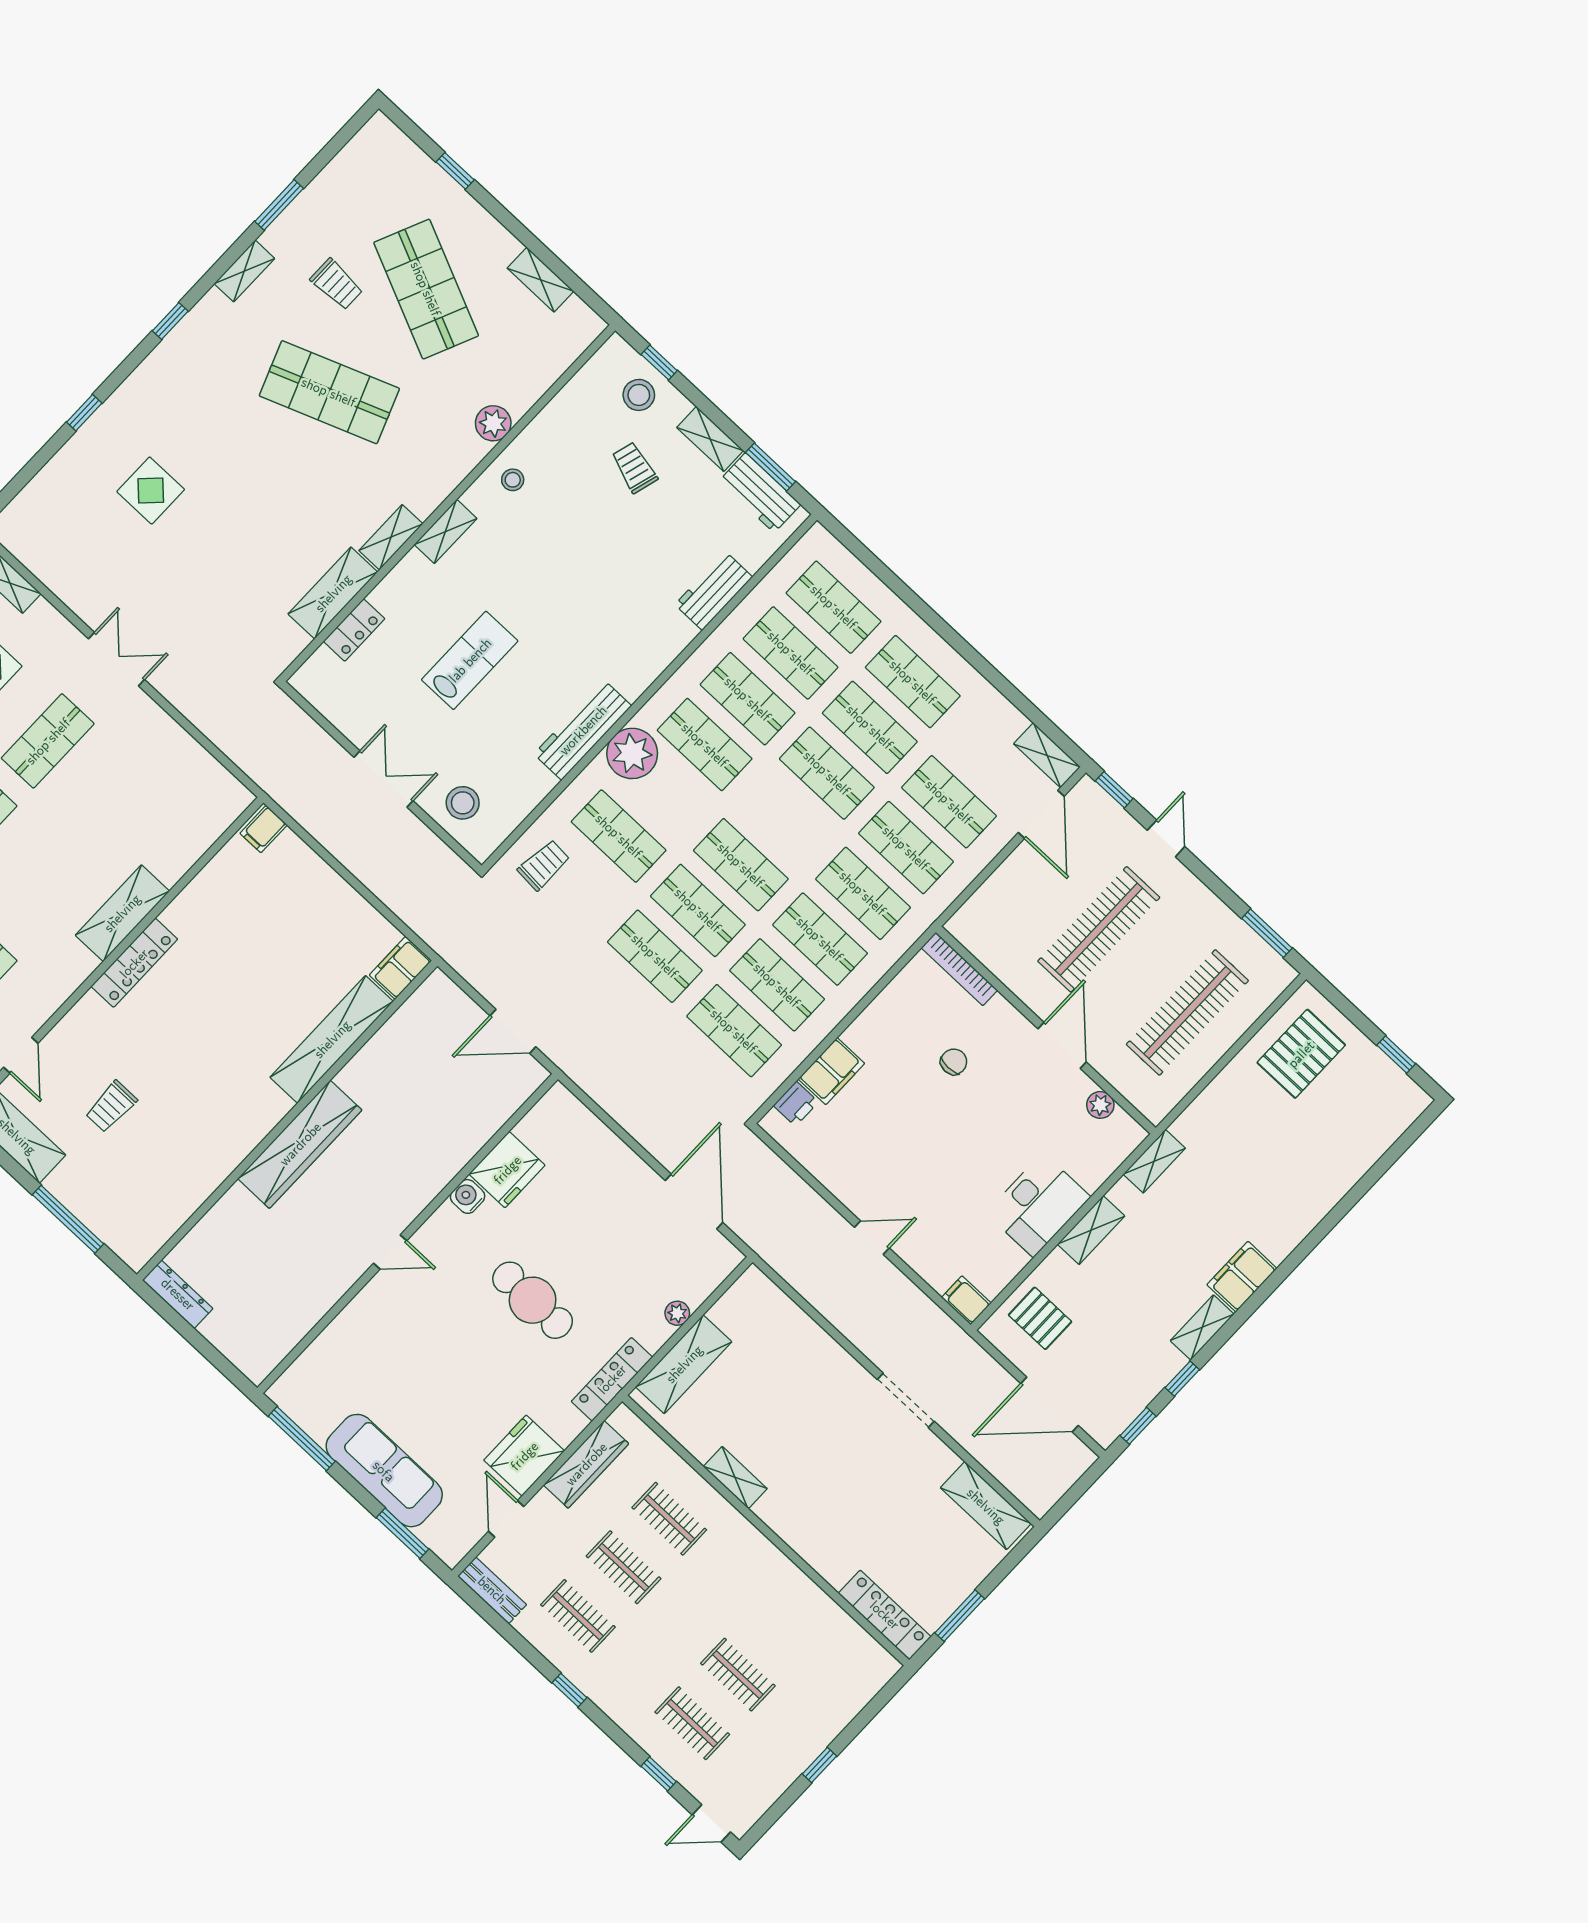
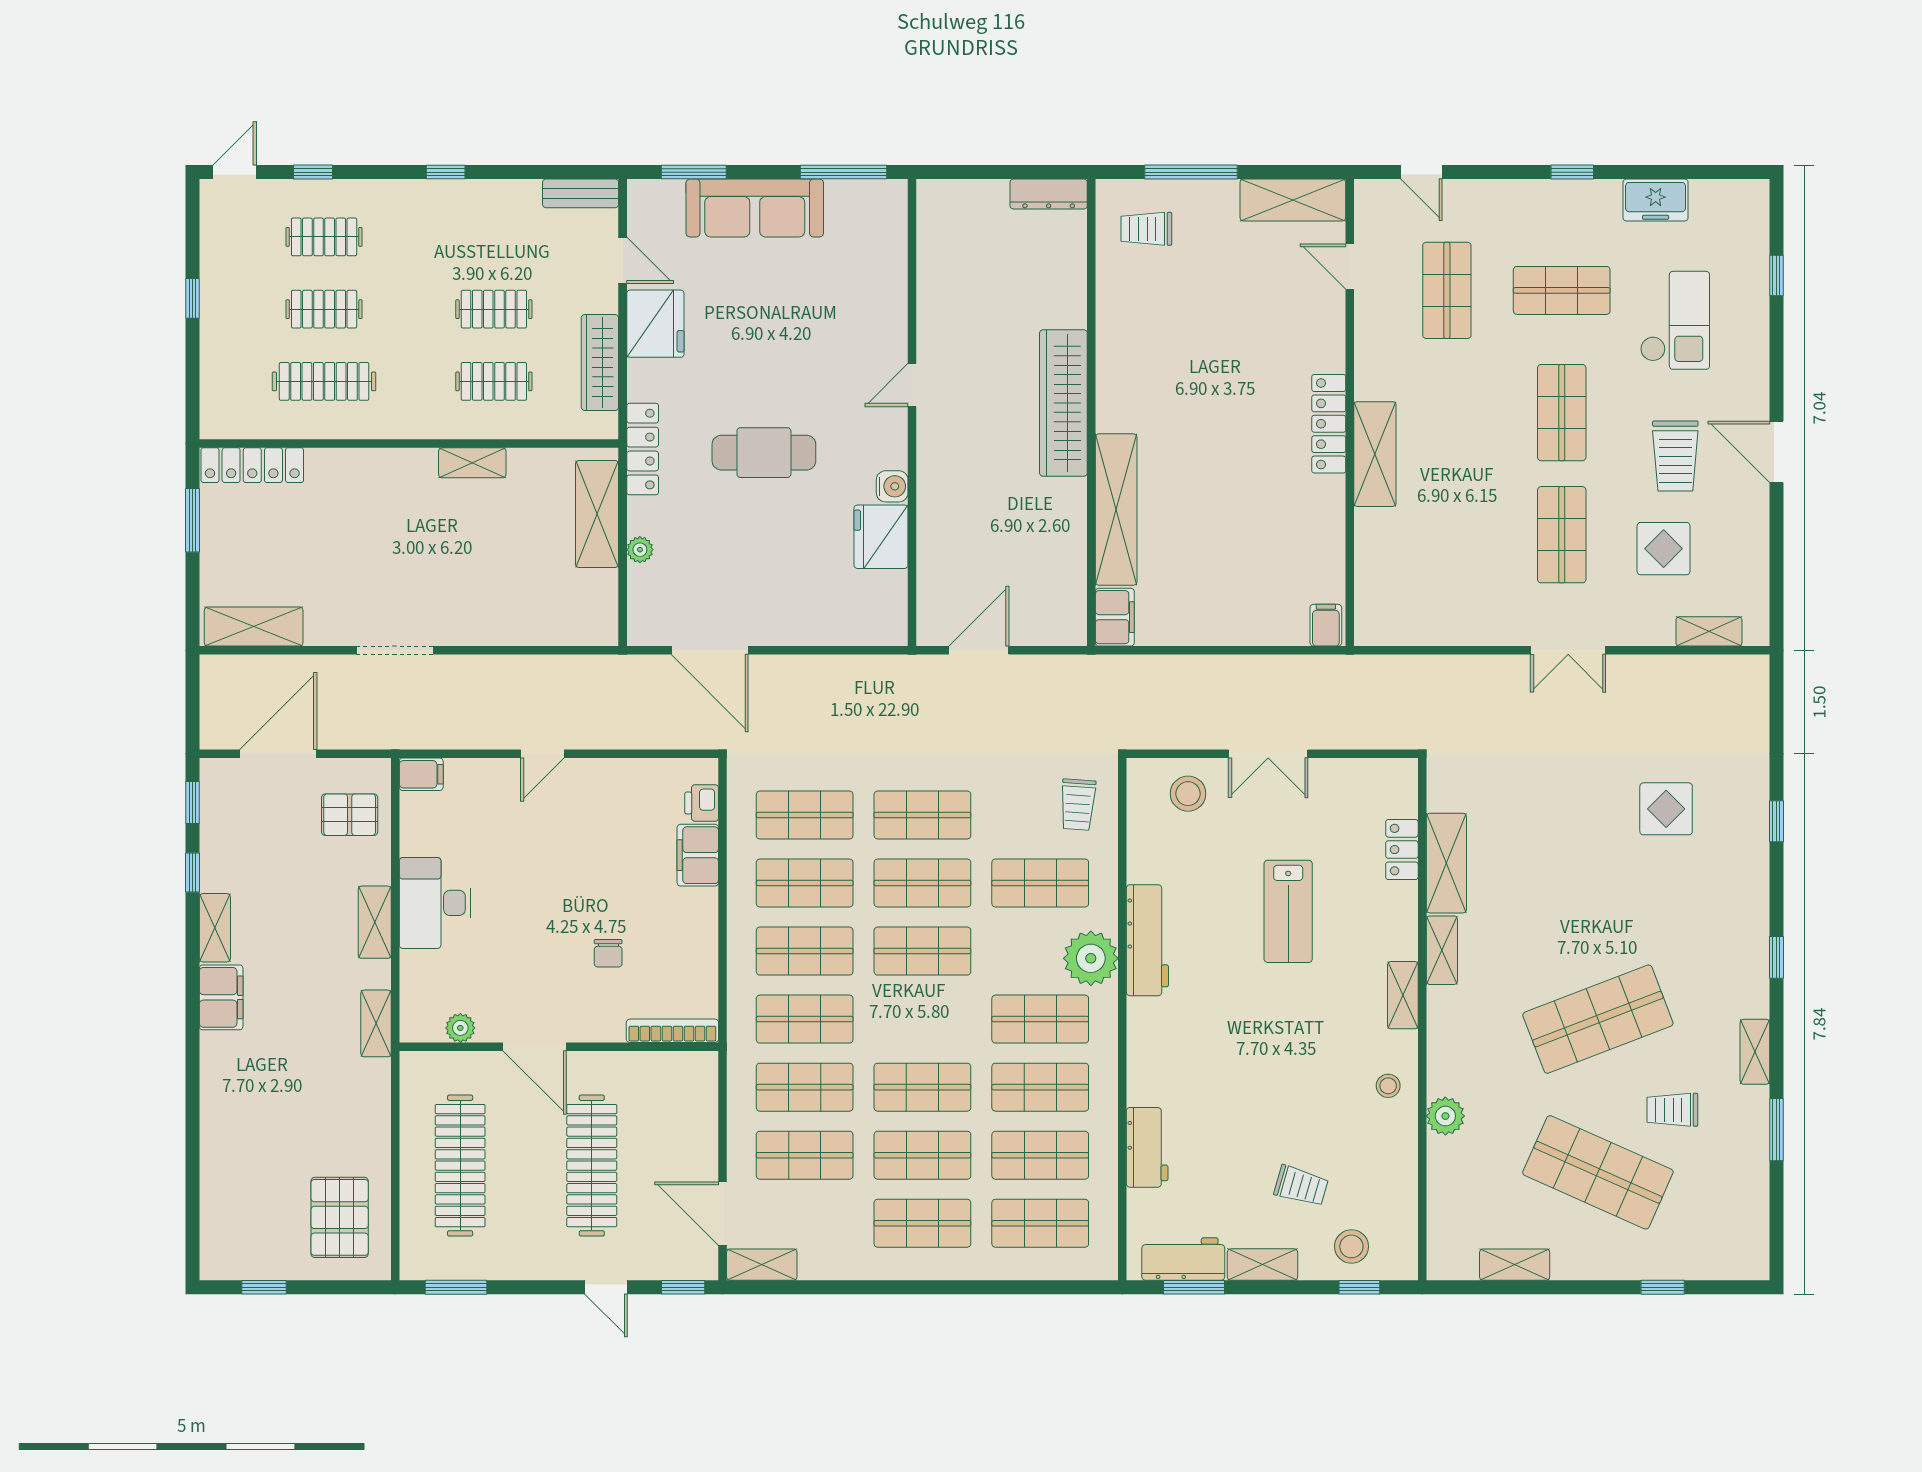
trolley: (111, 1106) -> (1146, 229), moved, turned -90
clothes rail: (578, 1616) -> (324, 381), moved, width x1.36

